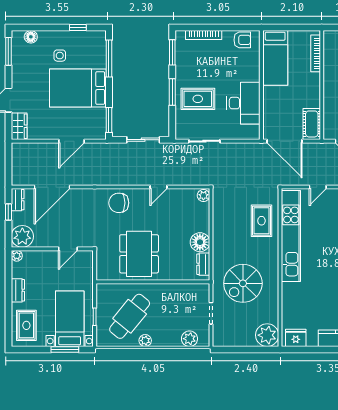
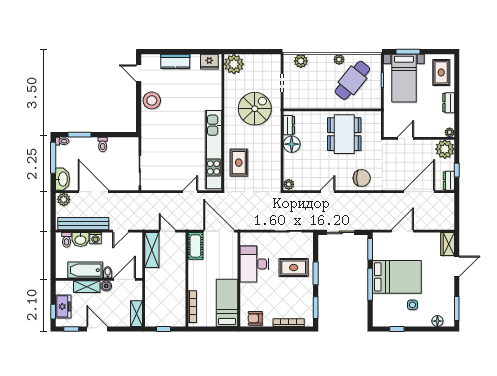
window: (109, 58) -> (370, 284), moved

